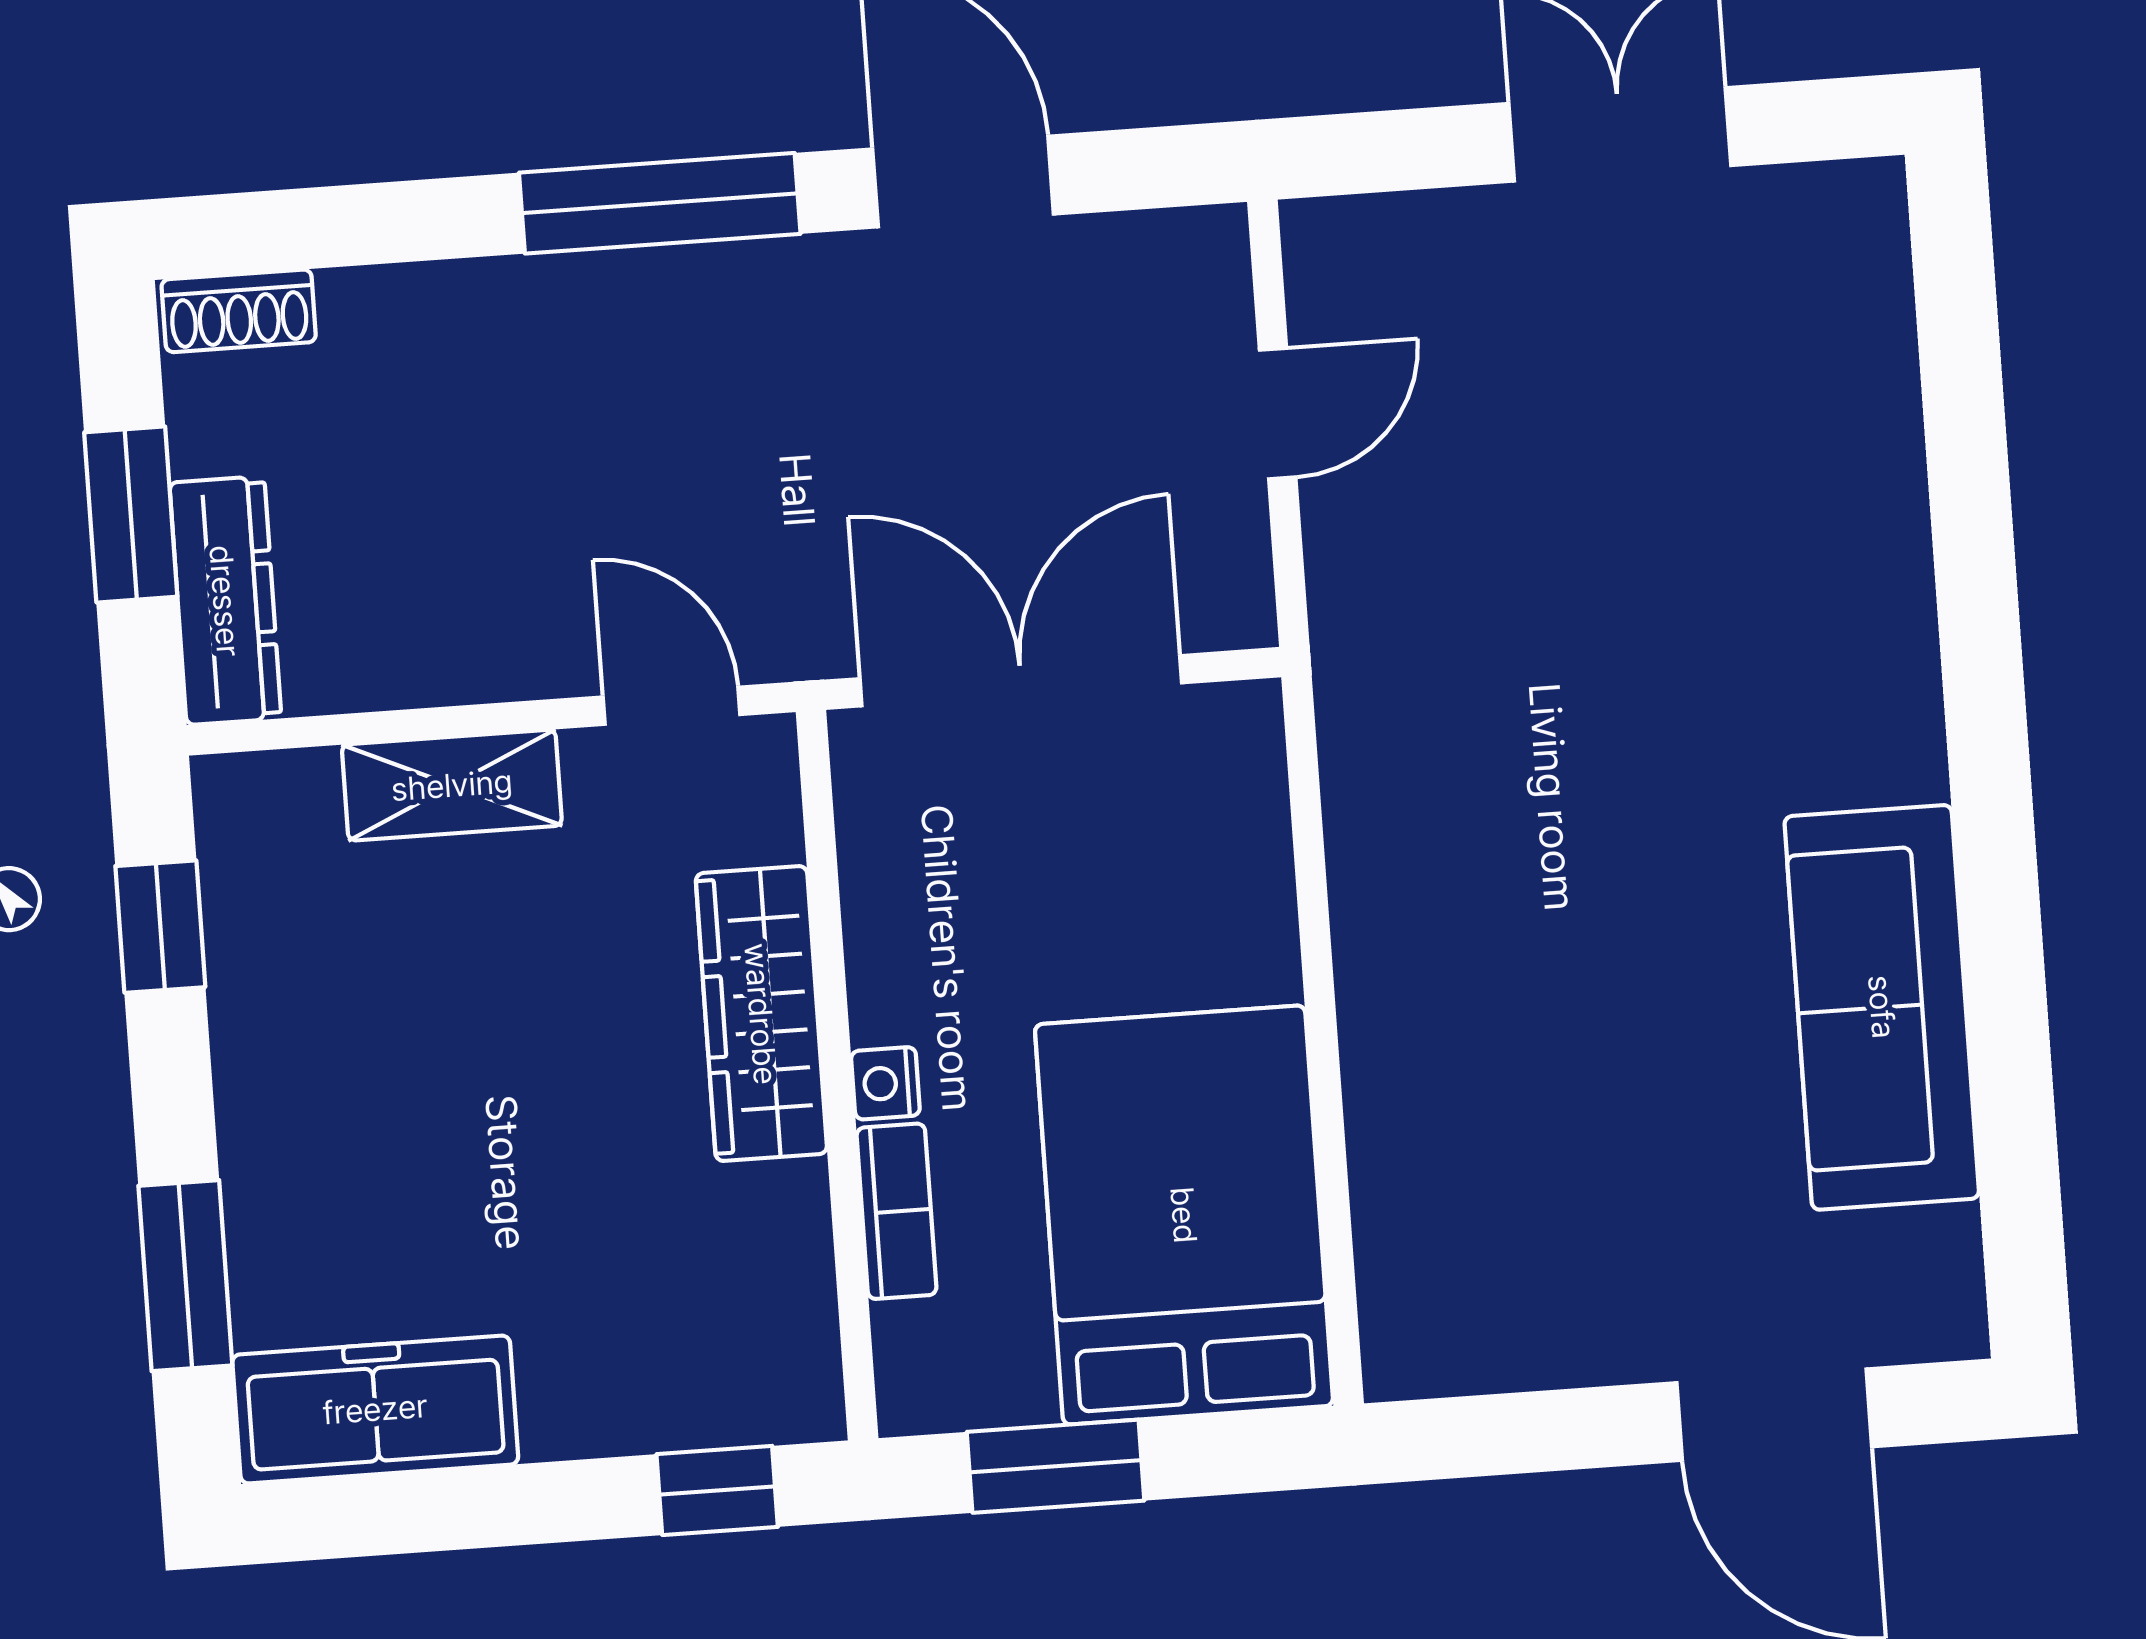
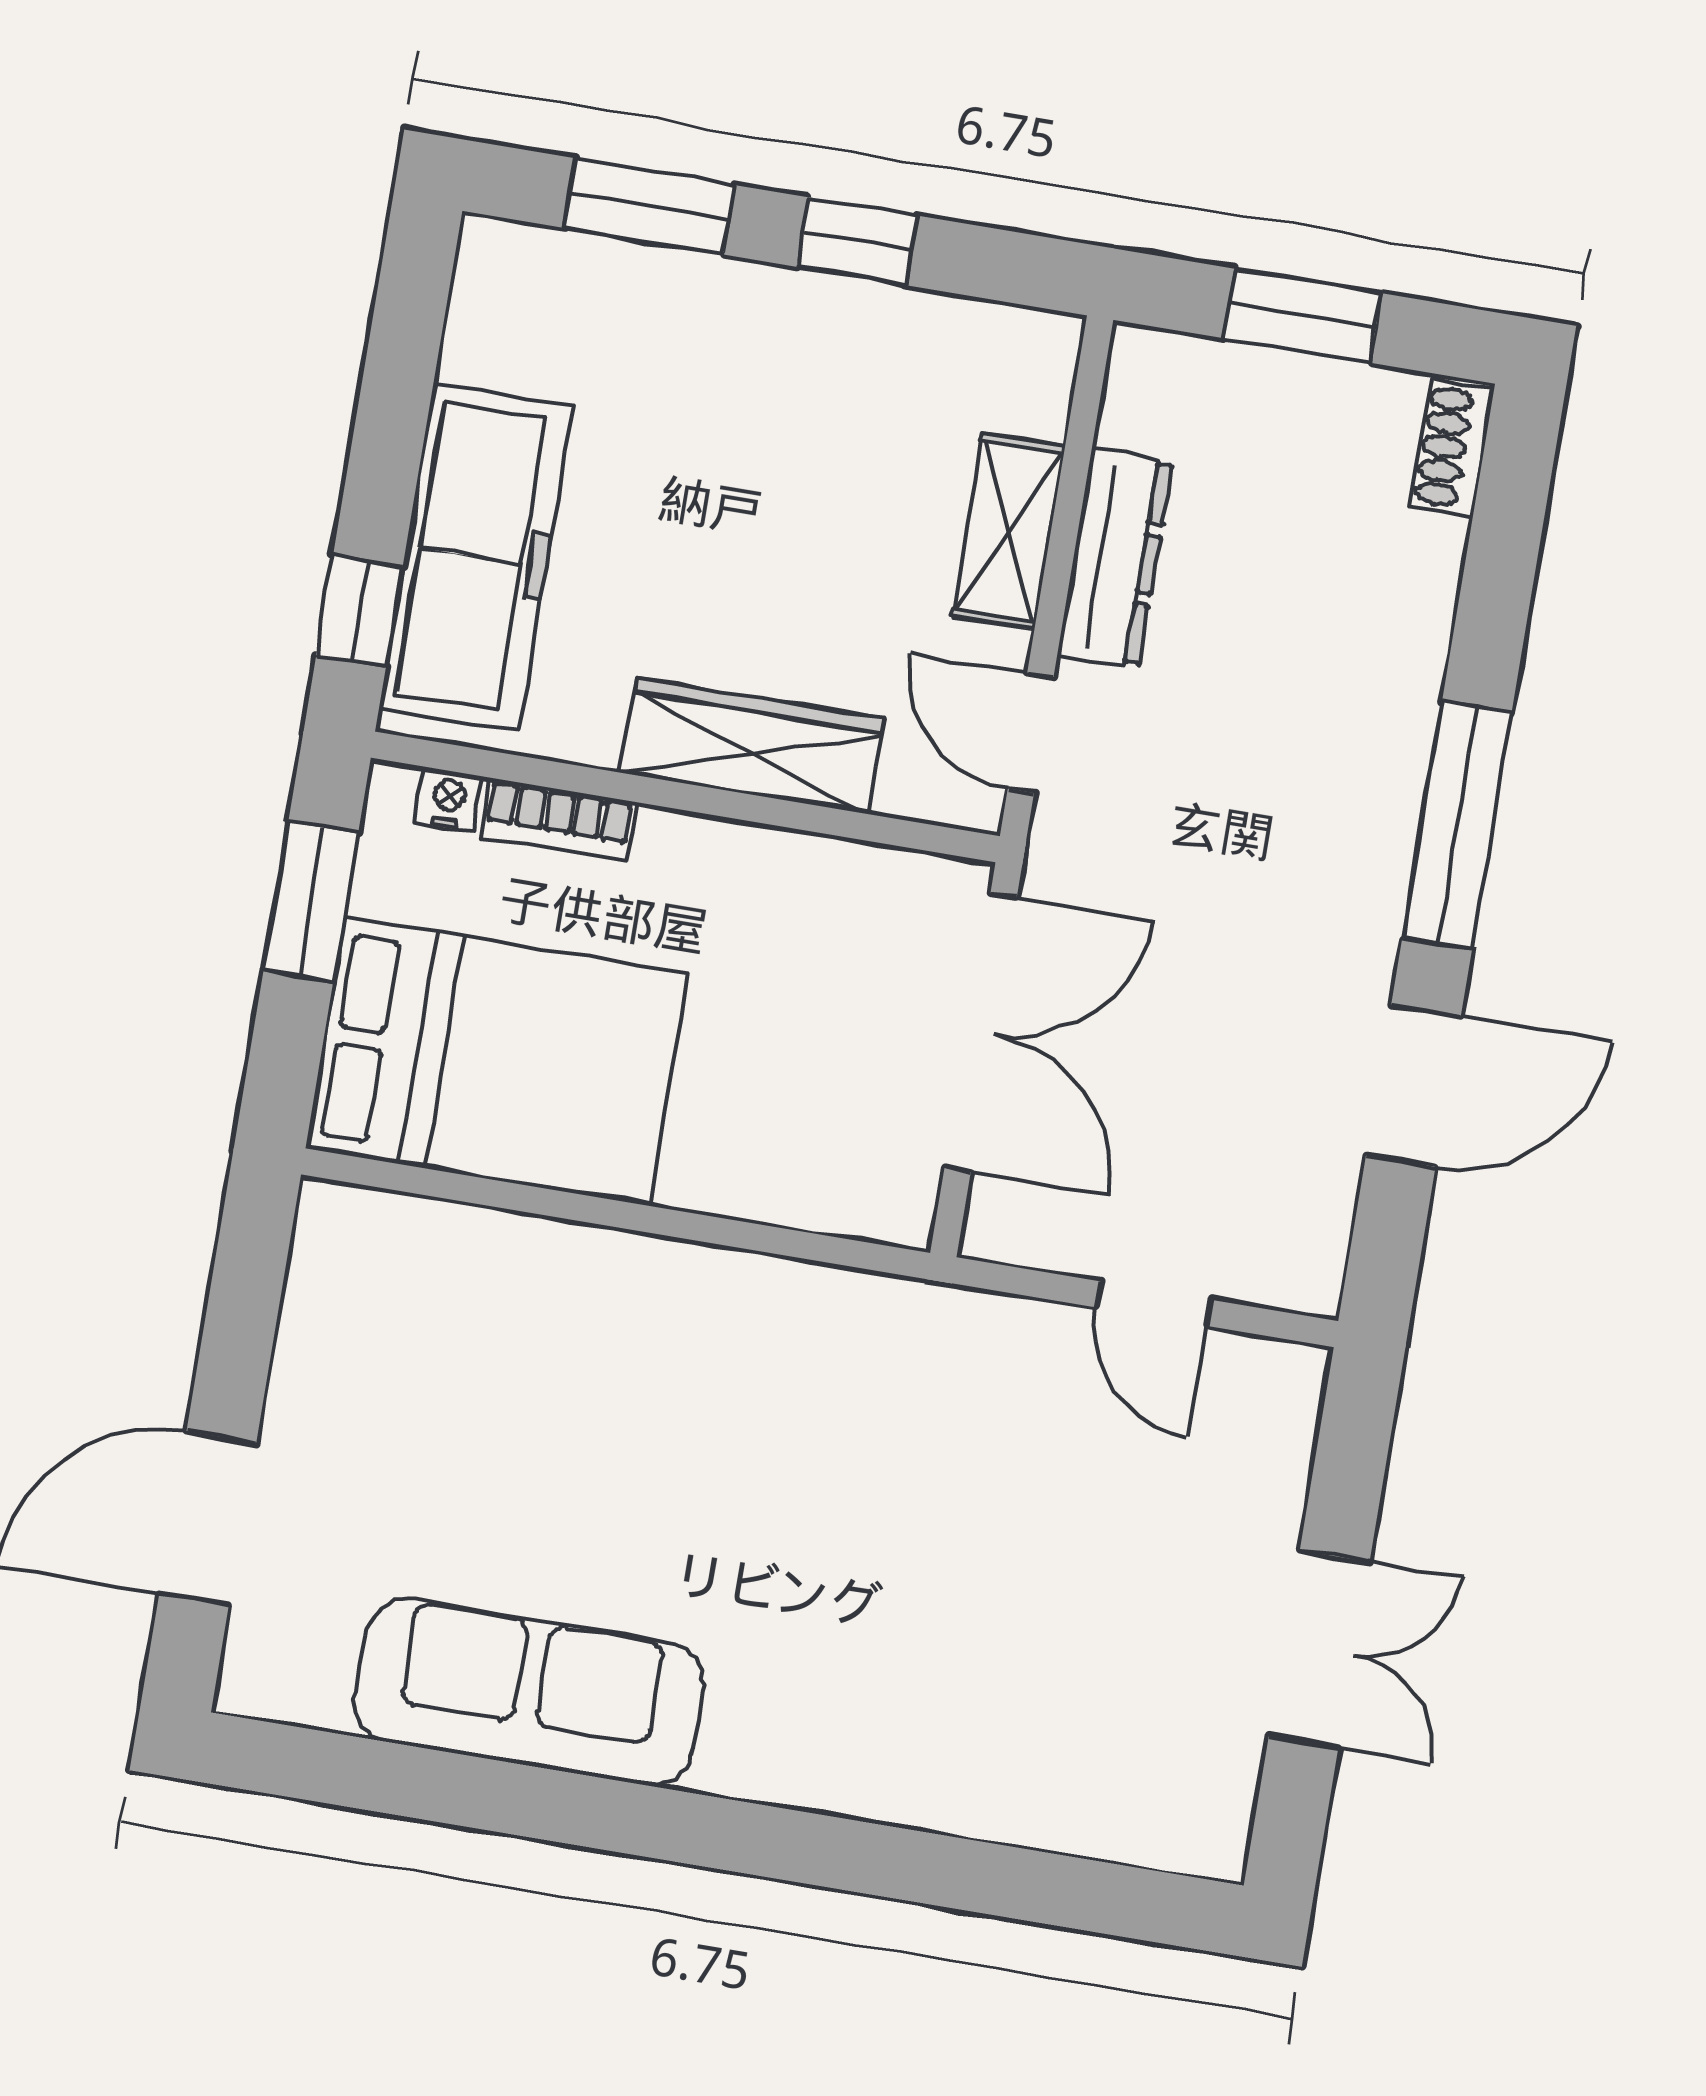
dresser: (225, 601) -> (1115, 559), moved, turned -90
door: (671, 706) -> (1031, 733), swing flipped
window: (160, 927) -> (857, 241), moved
nightstand: (885, 1083) -> (449, 799), moved
freezer: (375, 1409) -> (476, 557), moved, width x1.36, depth x1.26

